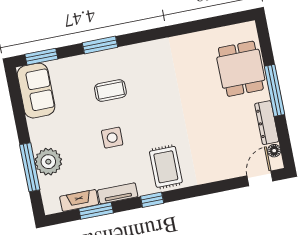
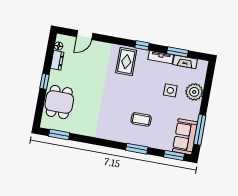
window: (222, 21) -> (59, 135), added
window: (274, 90) -> (44, 81), width x0.46
dresser: (267, 123) -> (57, 60), width x0.70
side table: (112, 138) -> (170, 90), moved
window: (30, 167) -> (200, 130), moved
door: (260, 178) -> (85, 35), moved

